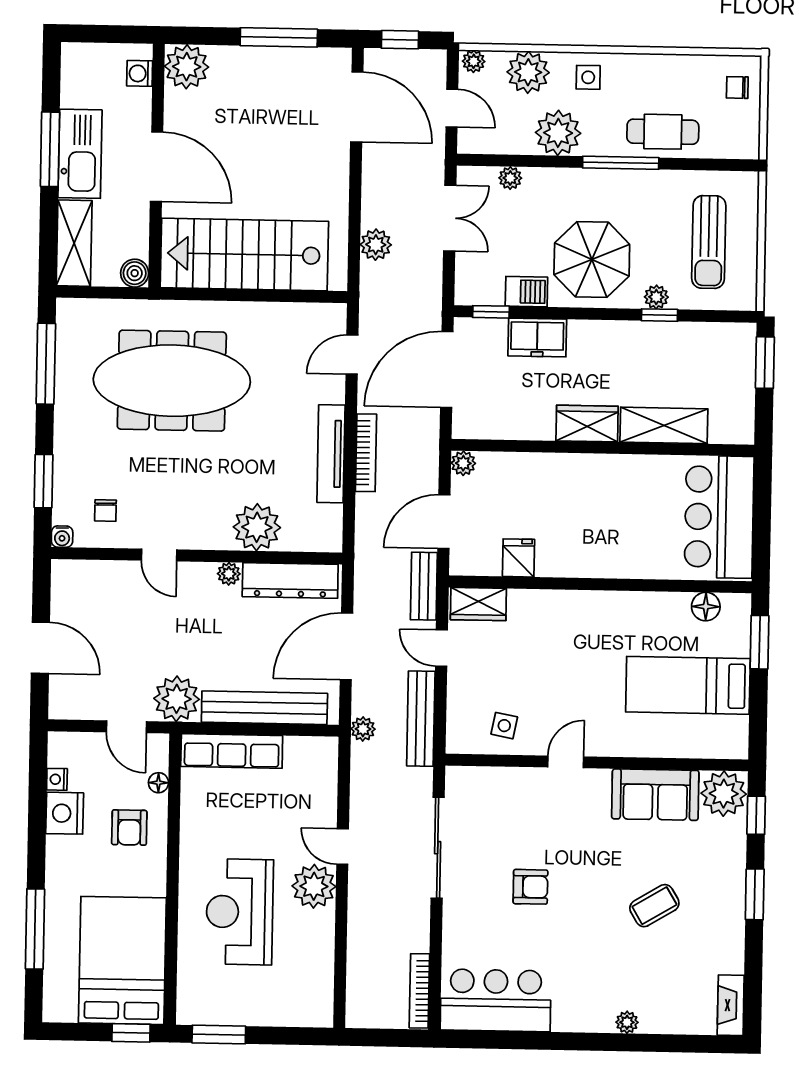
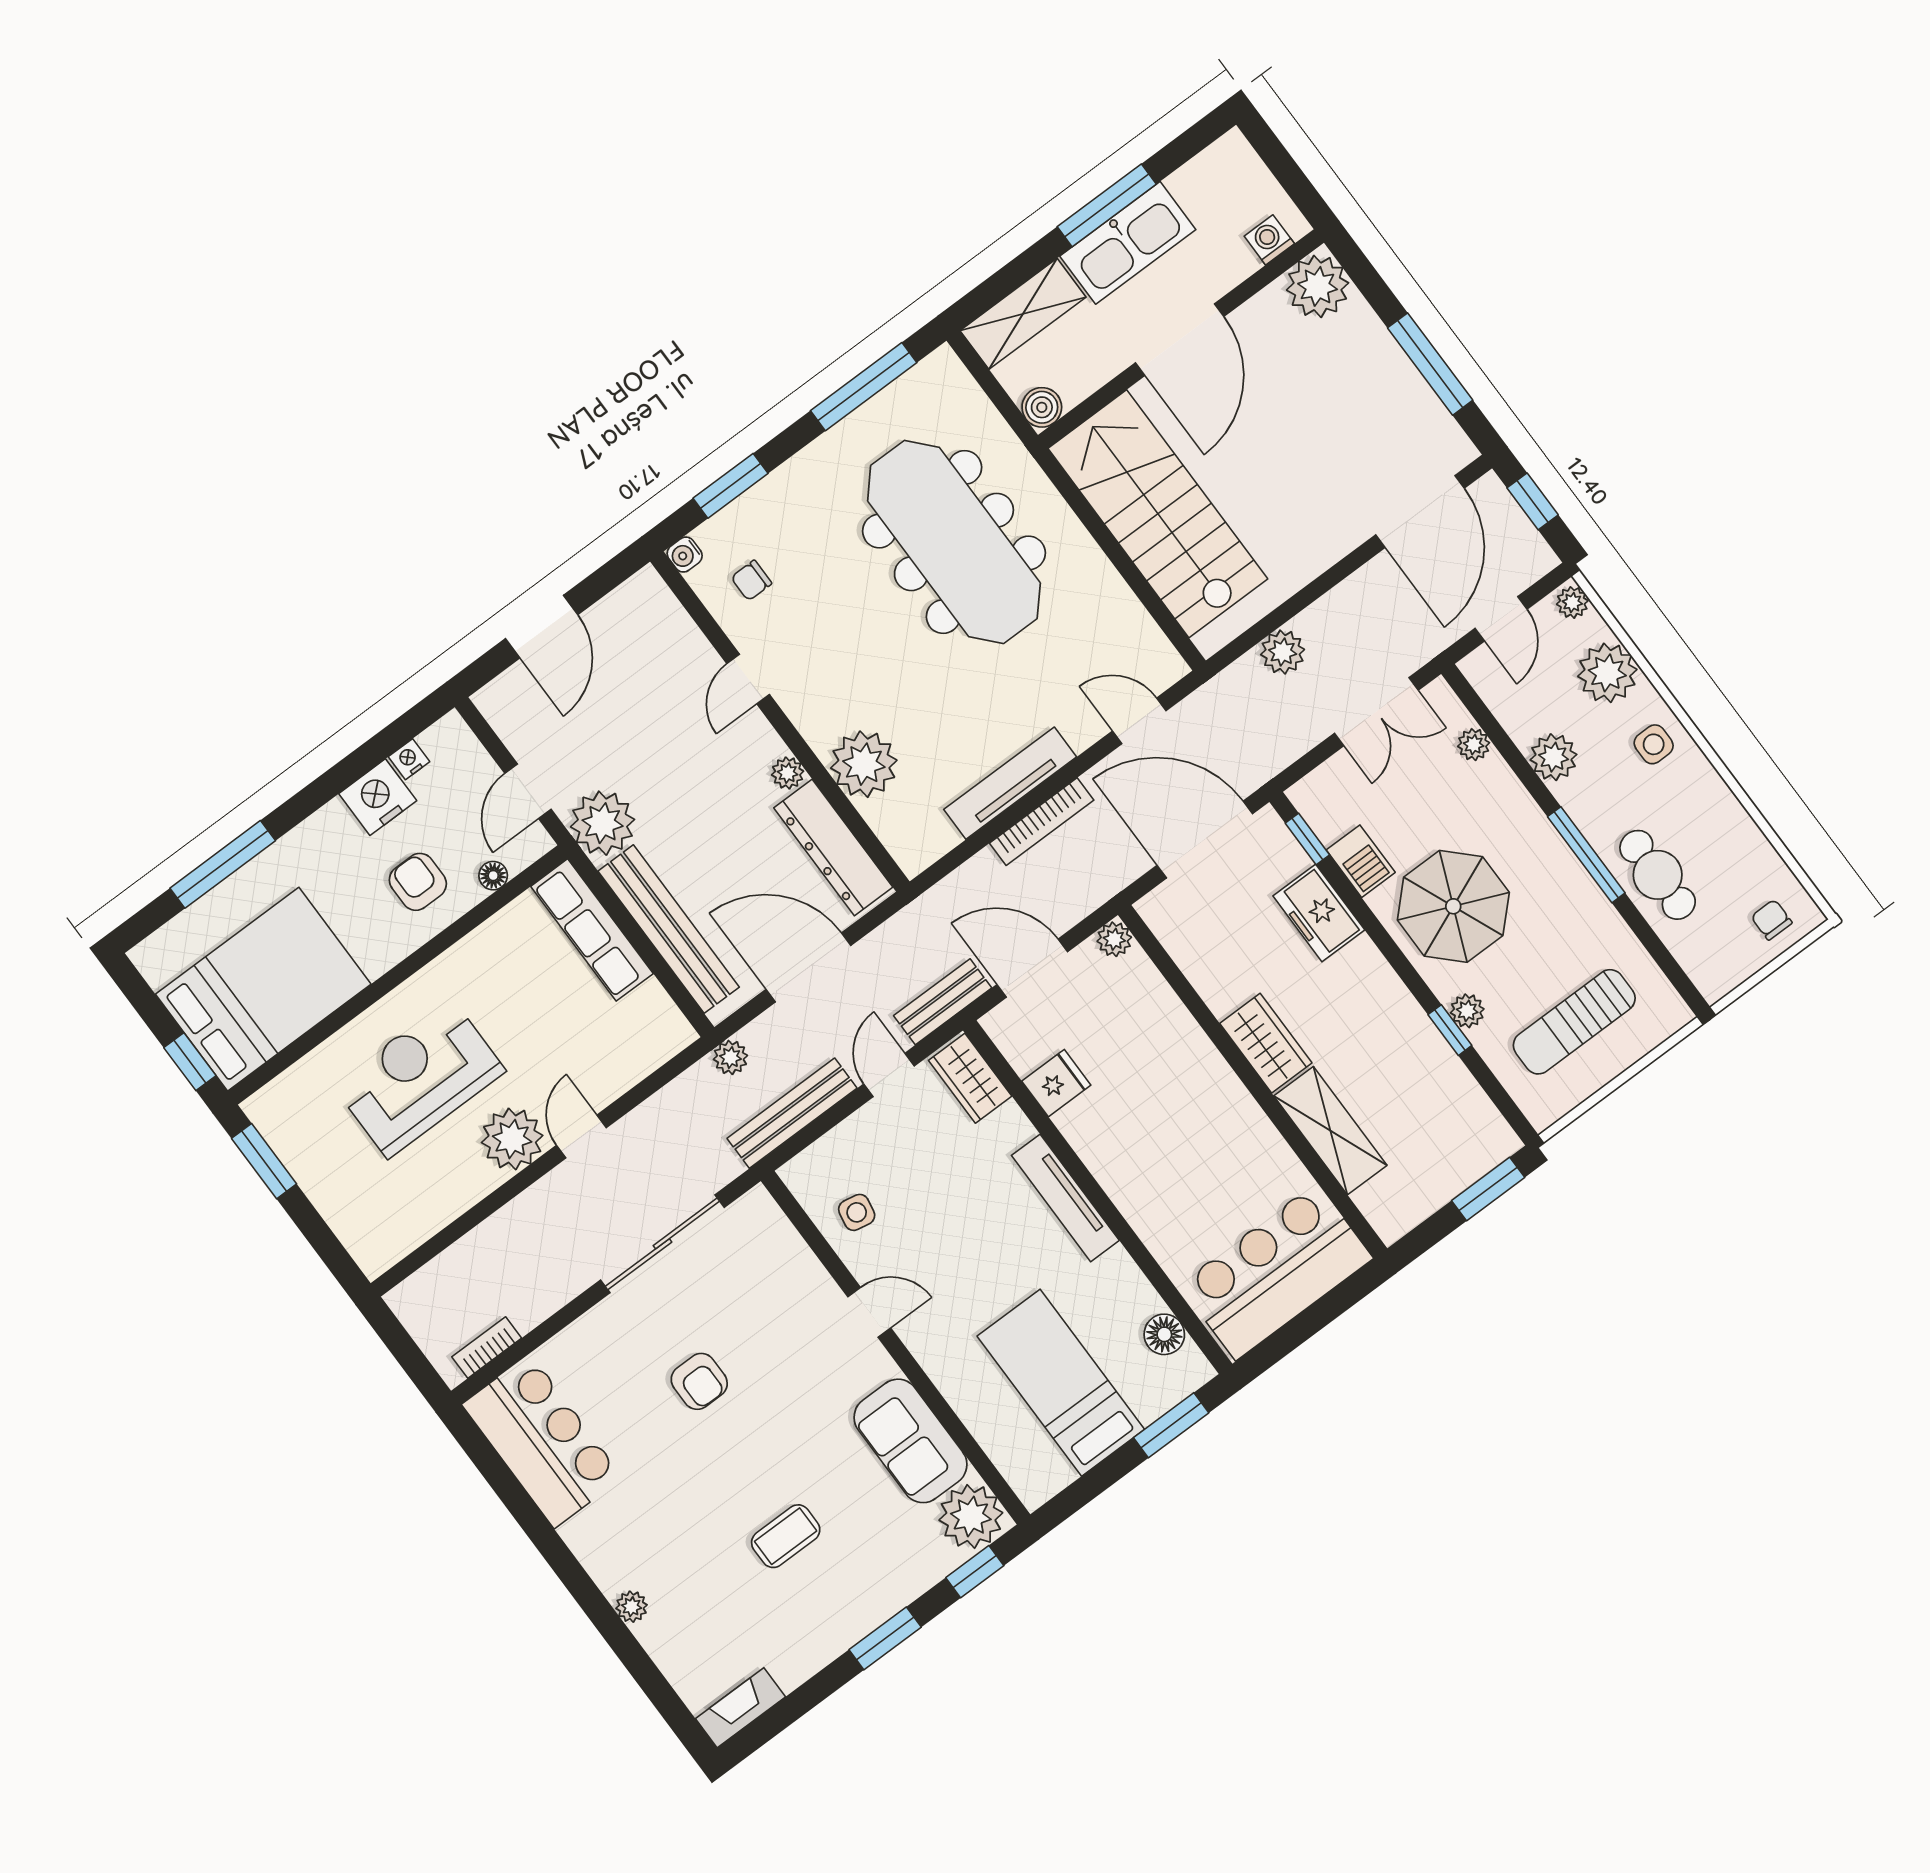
plant: (558, 133) -> (1553, 757), width x0.73, depth x0.73
tv unit: (587, 603) -> (1065, 1198), added
armchair: (129, 828) -> (418, 882), turned 90
coffee table: (654, 906) -> (786, 1536), turned -59
bookcase: (419, 991) -> (487, 1348), width x0.64

